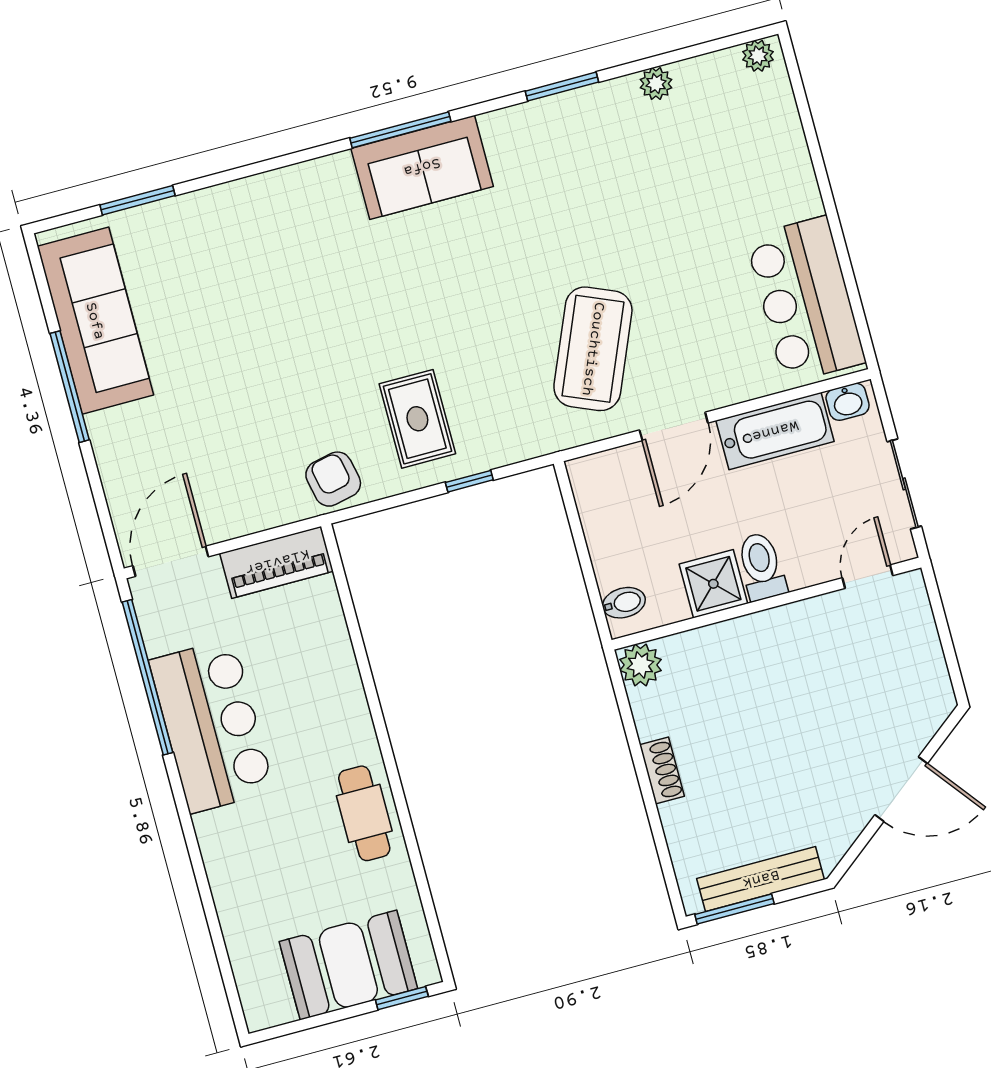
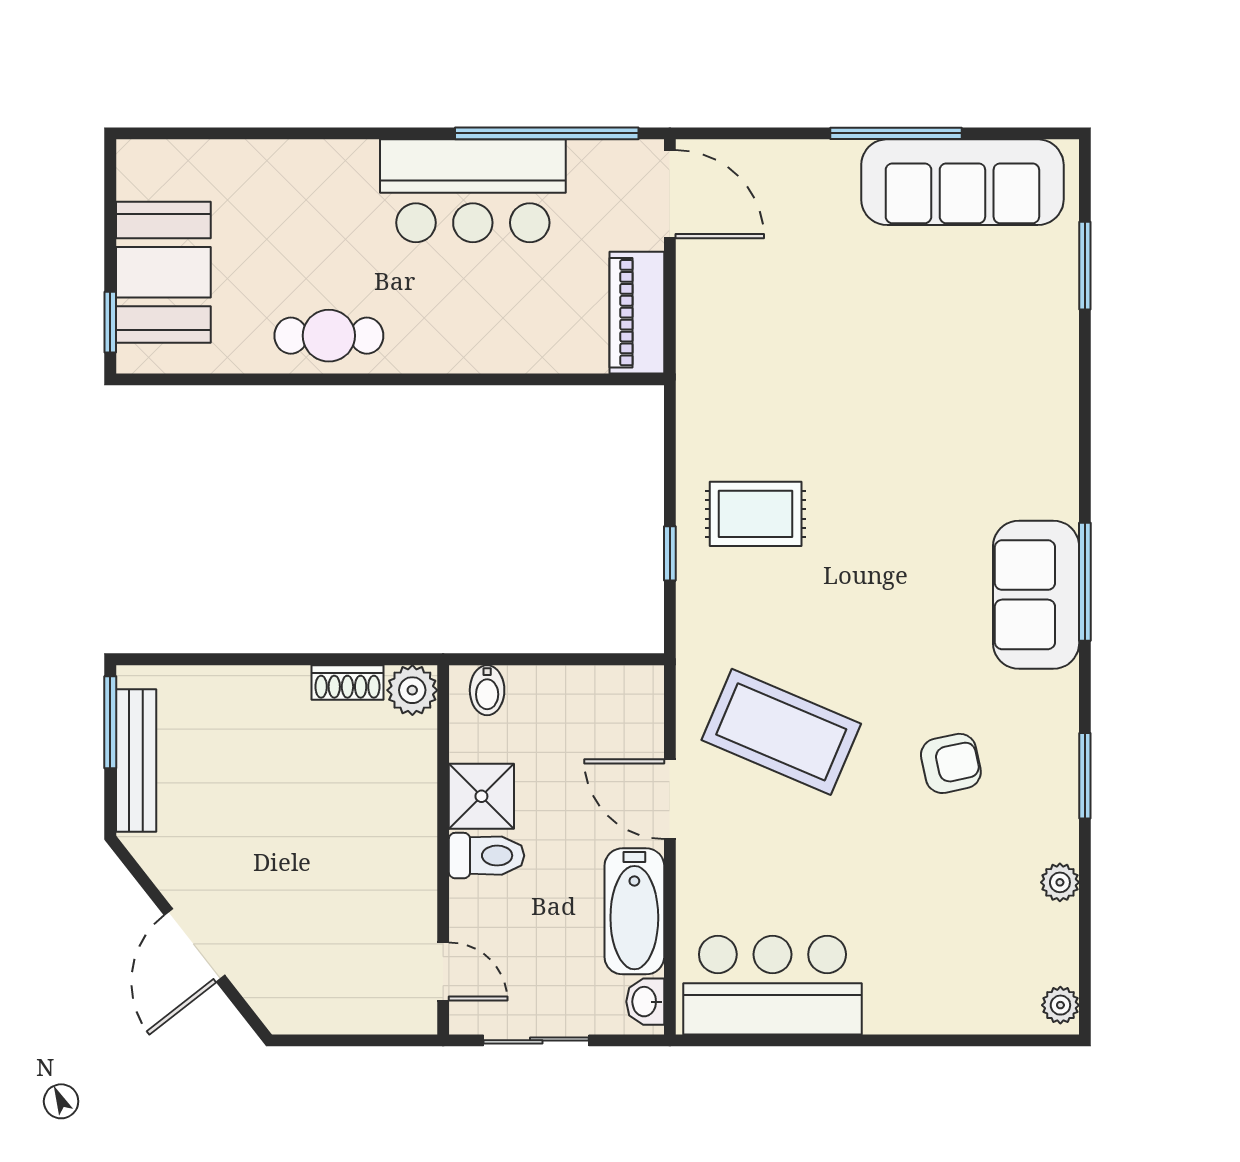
armchair: (333, 479) -> (951, 763), moved
shoe rack: (662, 771) -> (347, 682), moved

